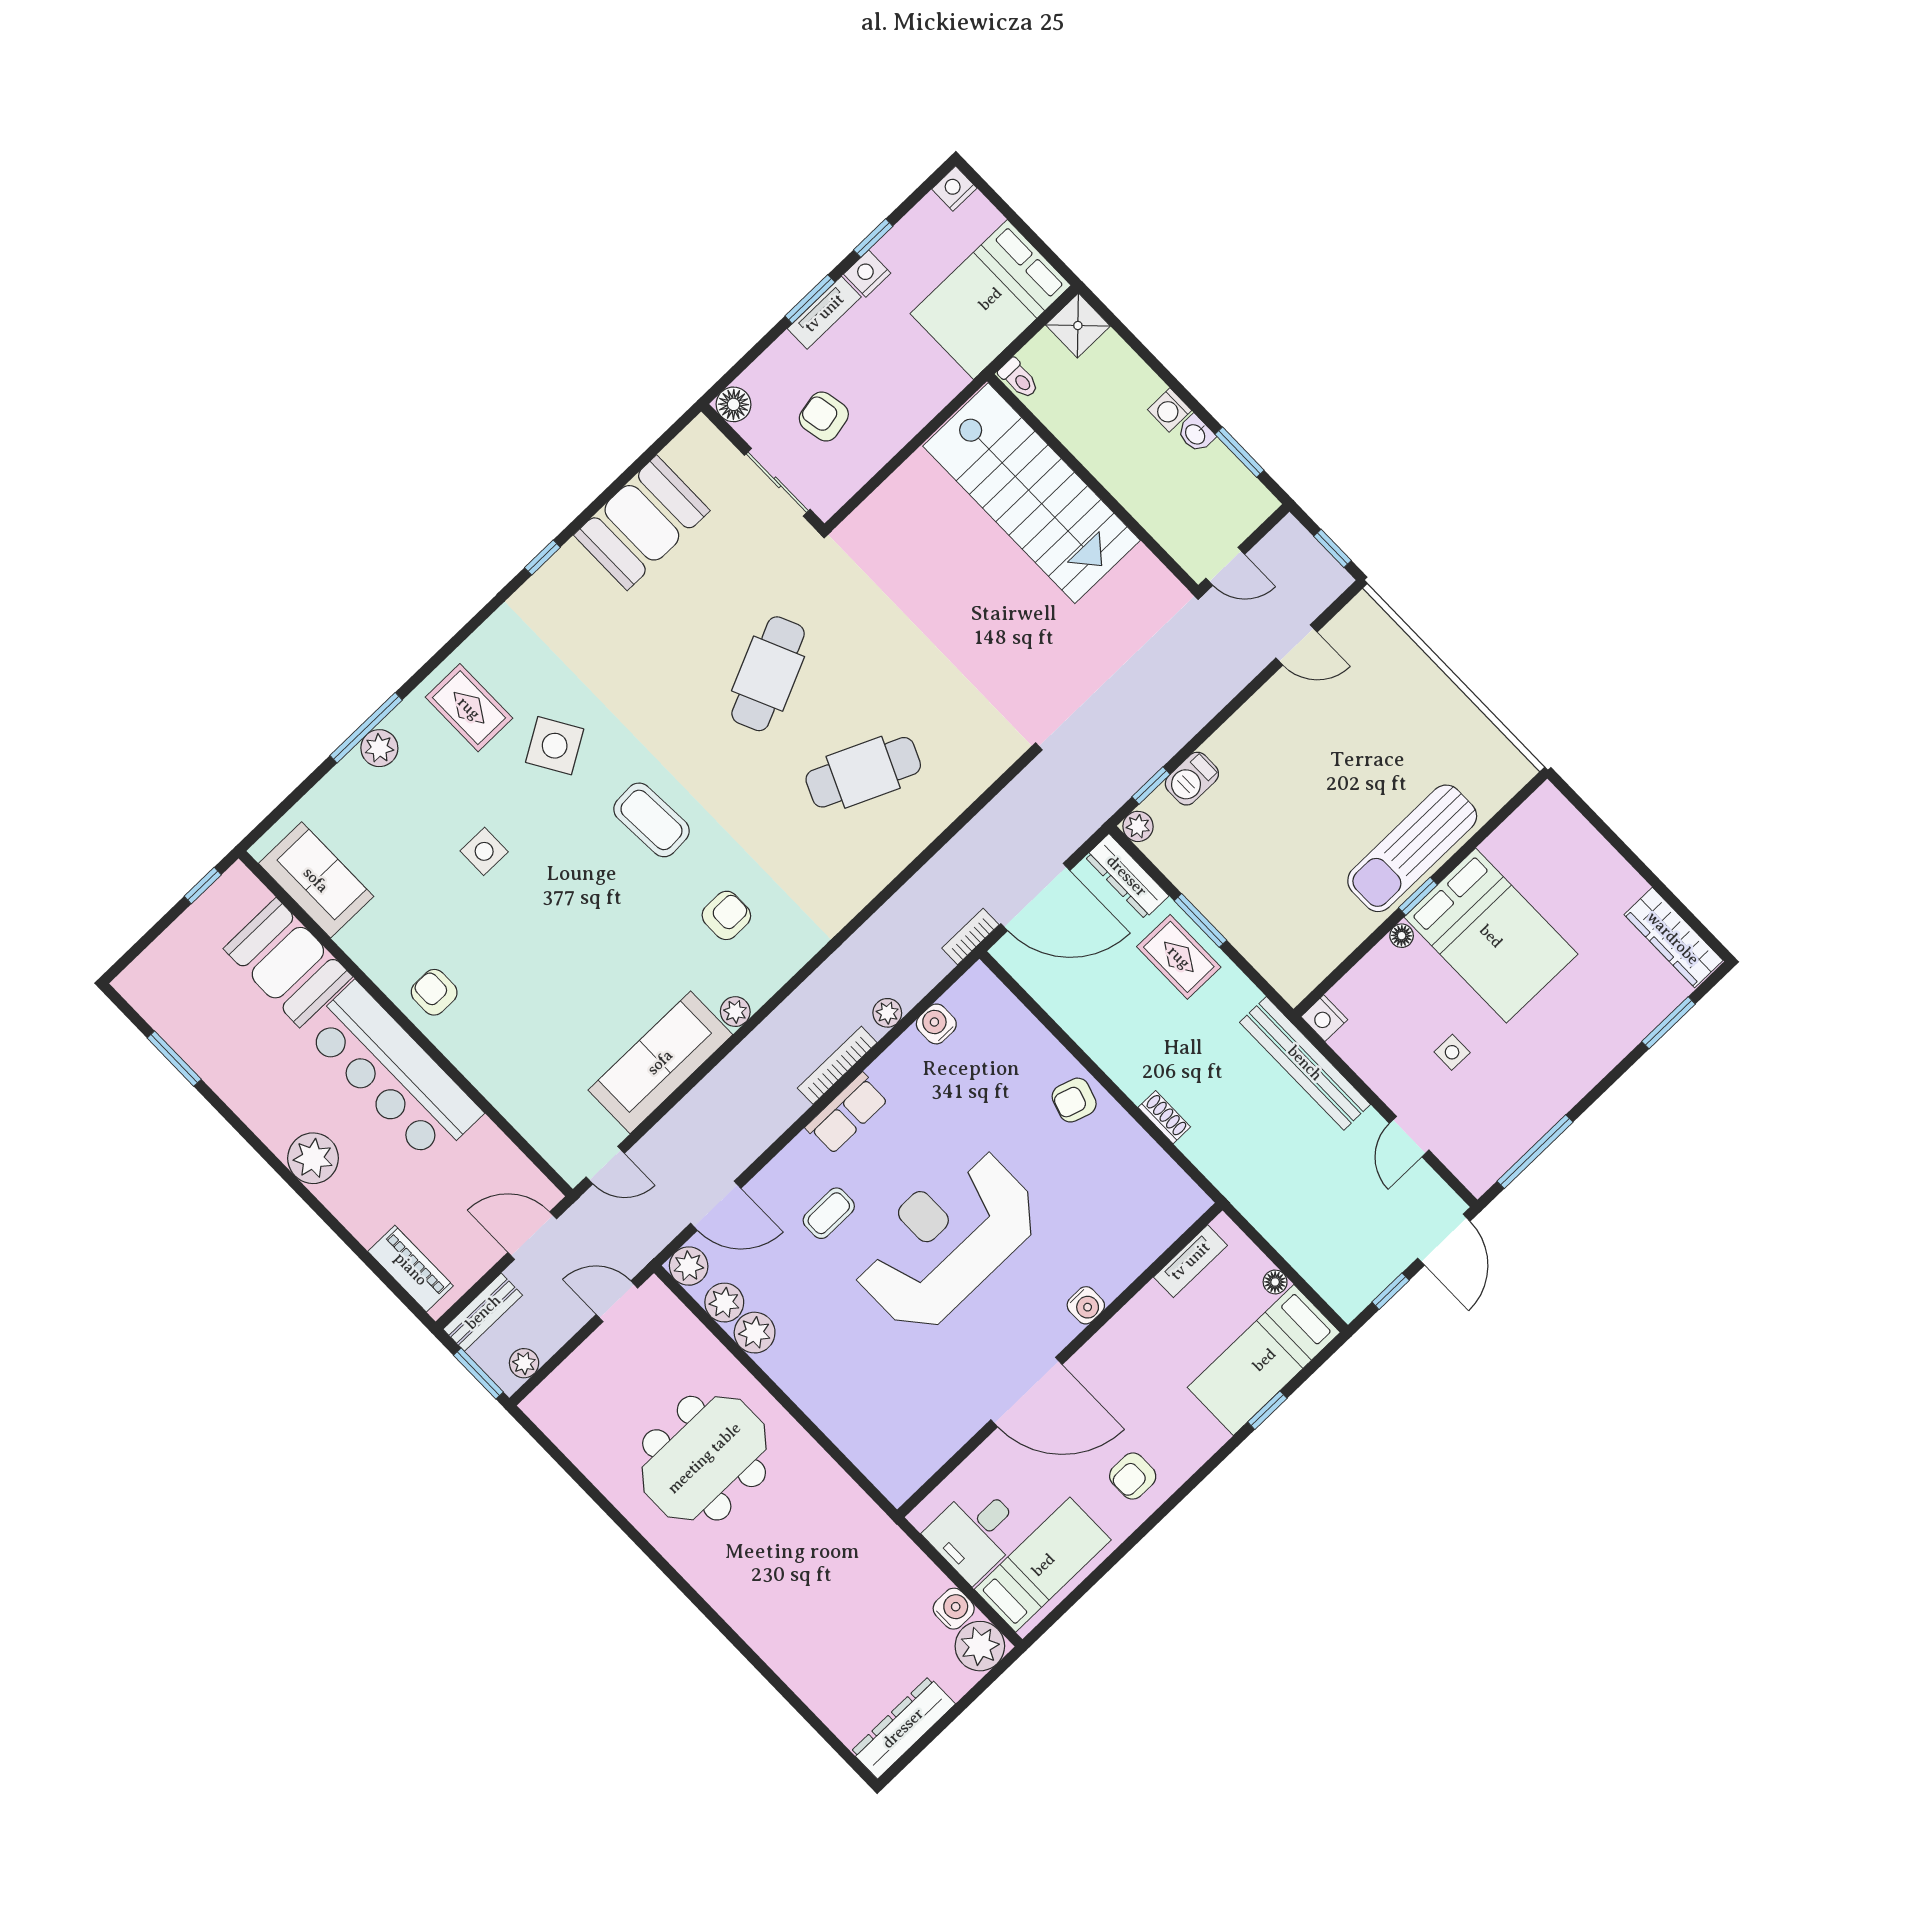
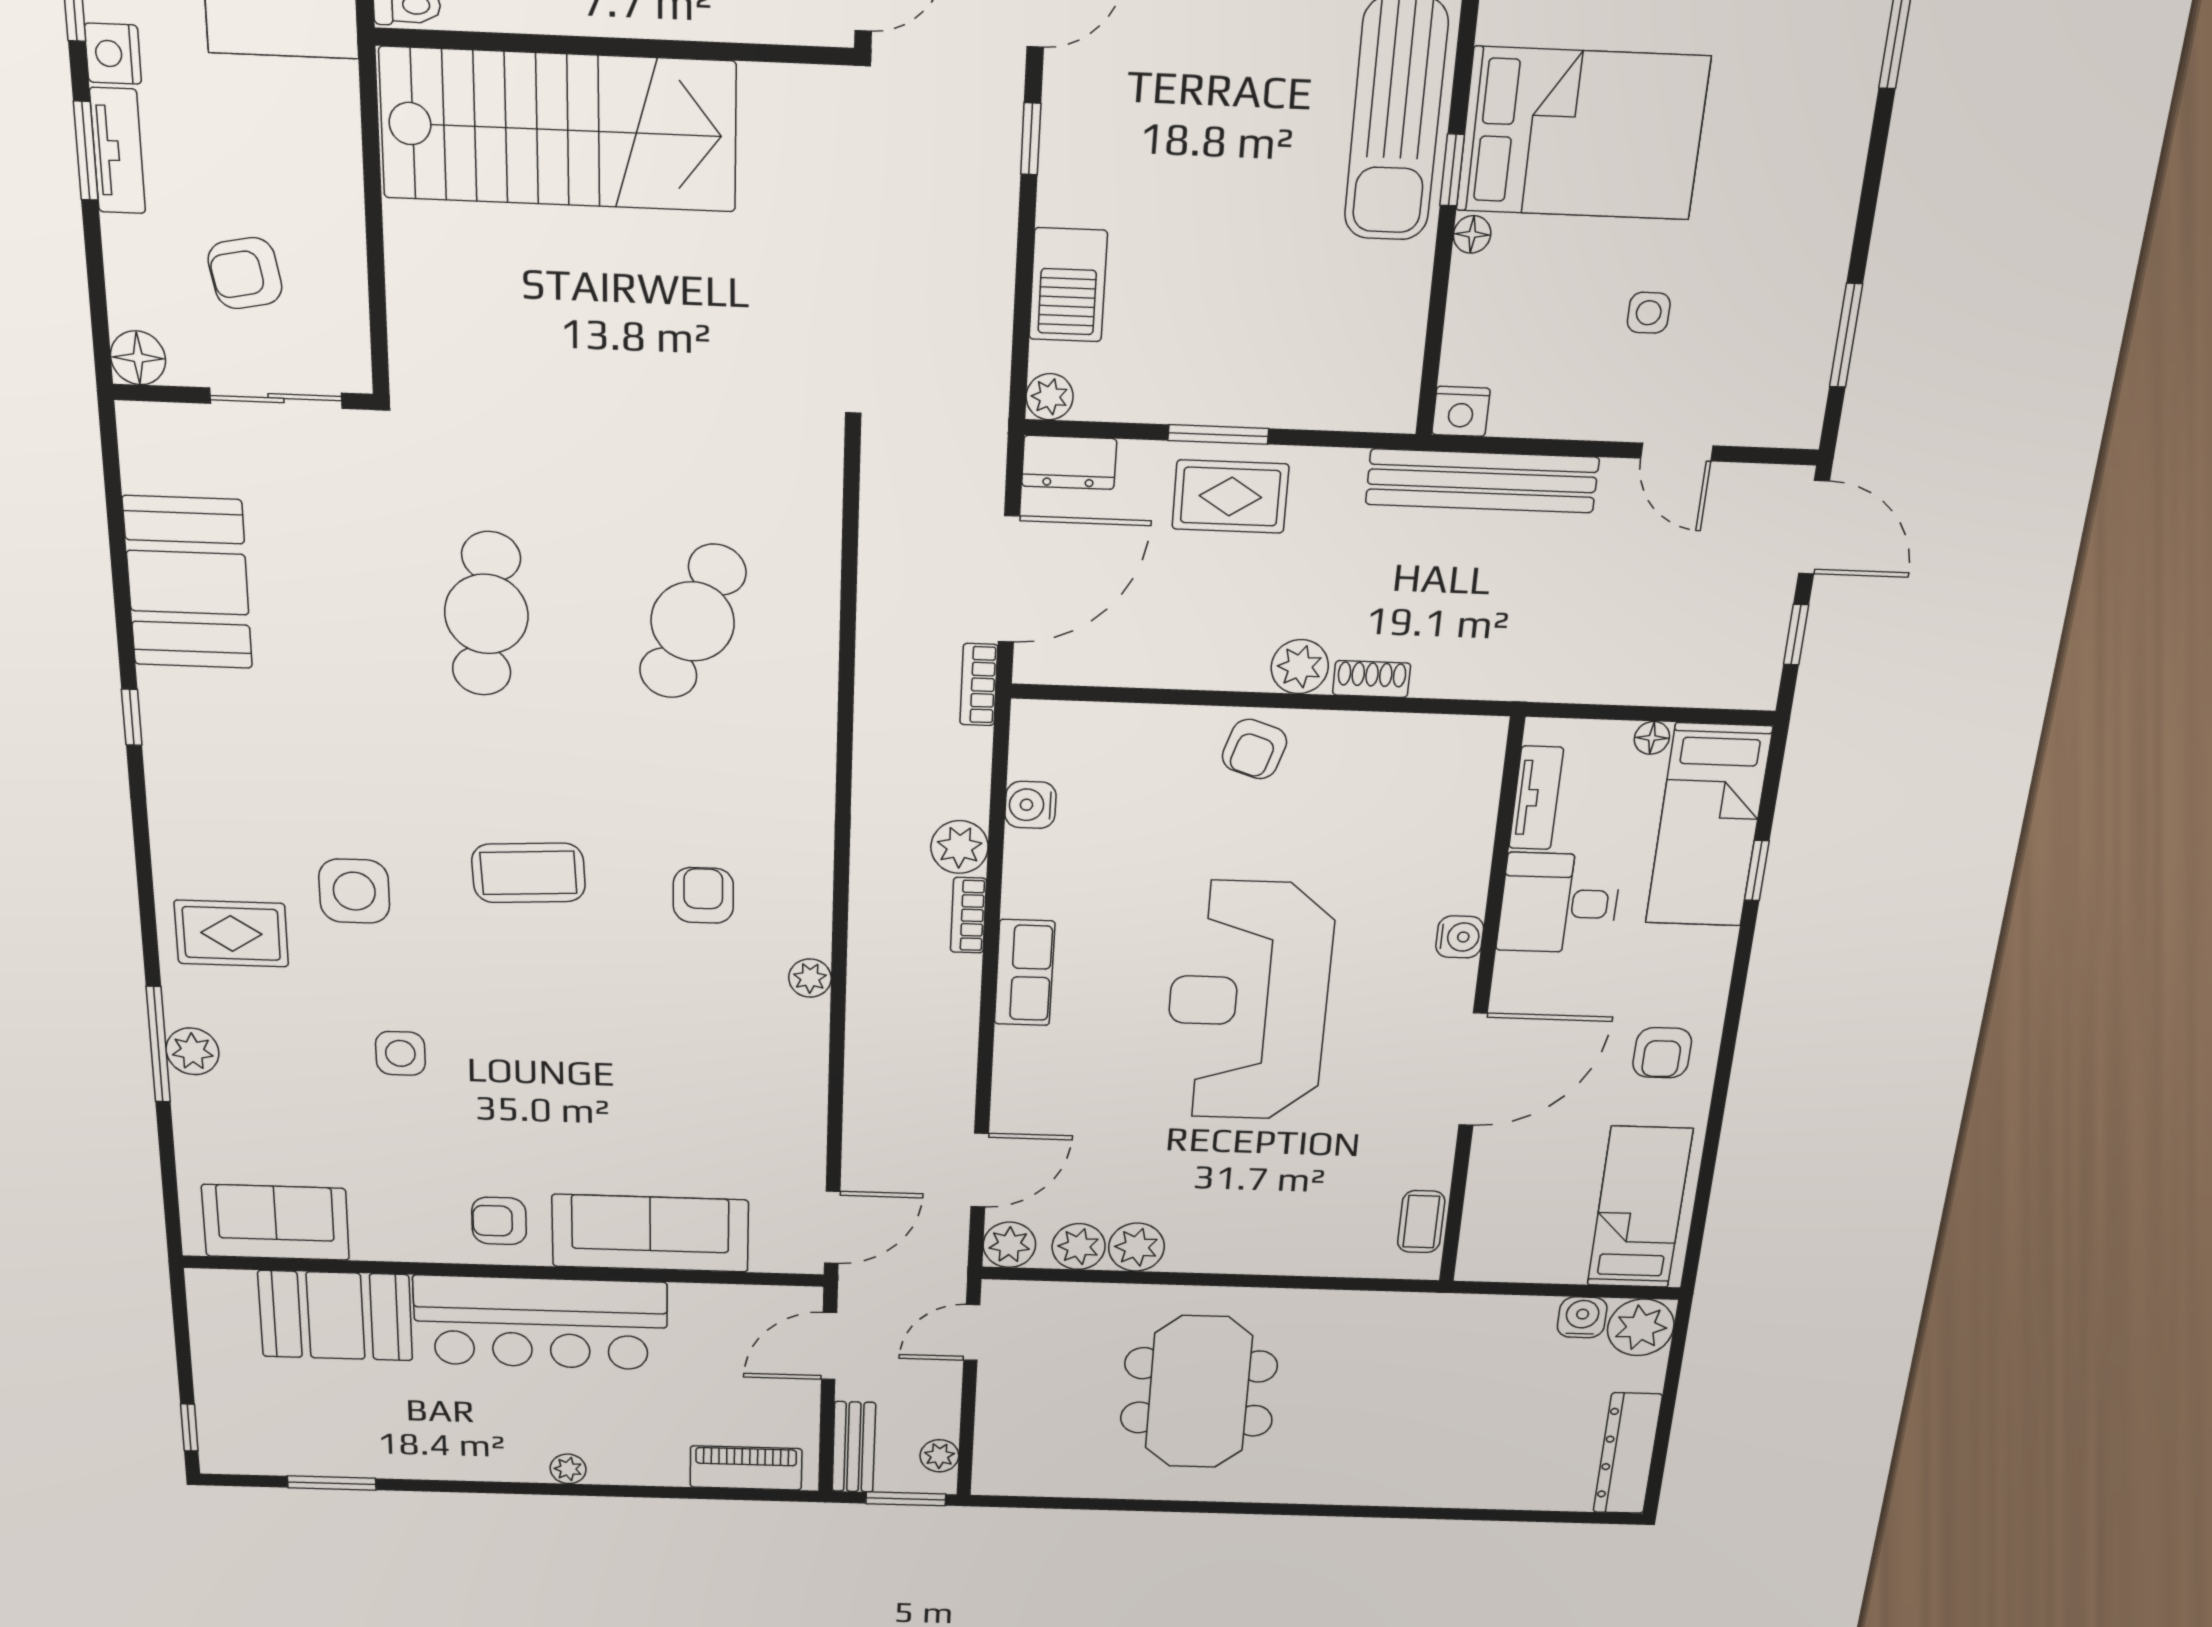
cafe table: (768, 674) -> (486, 614), turned 30
side table: (555, 746) -> (354, 891), turned 31
barbecue: (1192, 779) -> (1068, 285), width x1.38, depth x1.27
window: (1151, 786) -> (1031, 139), moved
dresser: (1127, 876) -> (1069, 462), width x0.70
window: (203, 886) -> (189, 1428), moved
plant: (887, 1013) -> (959, 847), width x1.38, depth x1.38
sofa: (660, 1062) -> (650, 1233), moved, turned 90
bookcase: (837, 1065) -> (968, 915), width x0.64
plant: (1135, 1077) -> (1300, 667), added
window: (1535, 1152) -> (1846, 335), width x0.69
plant: (313, 1158) -> (568, 1469), width x0.53, depth x0.53
door: (605, 1165) -> (832, 1227), width x1.37
coffee table: (829, 1213) -> (1421, 1222), moved
desk: (975, 1533) -> (1559, 903), moved, turned 90

